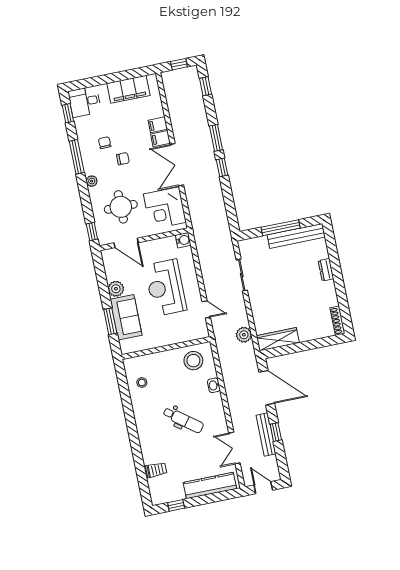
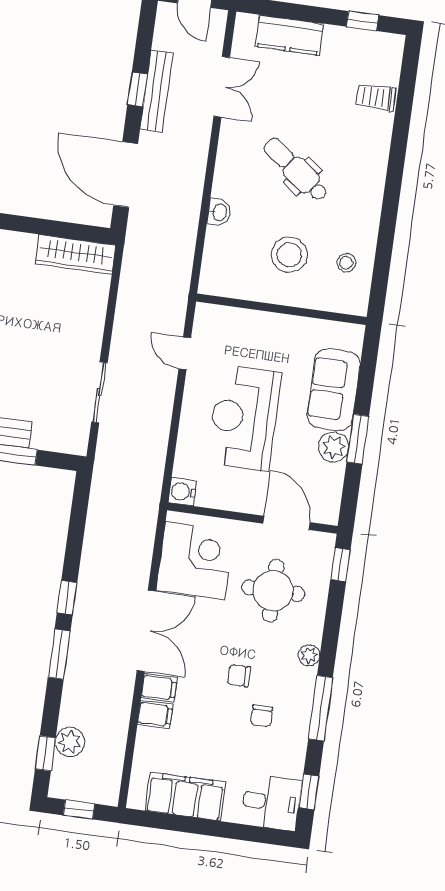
reception desk: (166, 288) -> (244, 418), turned 180
window: (110, 321) -> (358, 439), moved
plant: (244, 335) -> (70, 742), moved
stool: (193, 361) -> (289, 255), moved
kitchen counter: (210, 486) -> (289, 35), width x0.67

